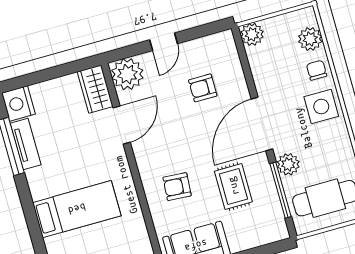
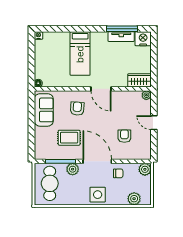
chair: (317, 70) -> (118, 173), moved
plant: (127, 74) -> (146, 95), width x0.53, depth x0.53
door: (122, 125) -> (101, 89), moved

